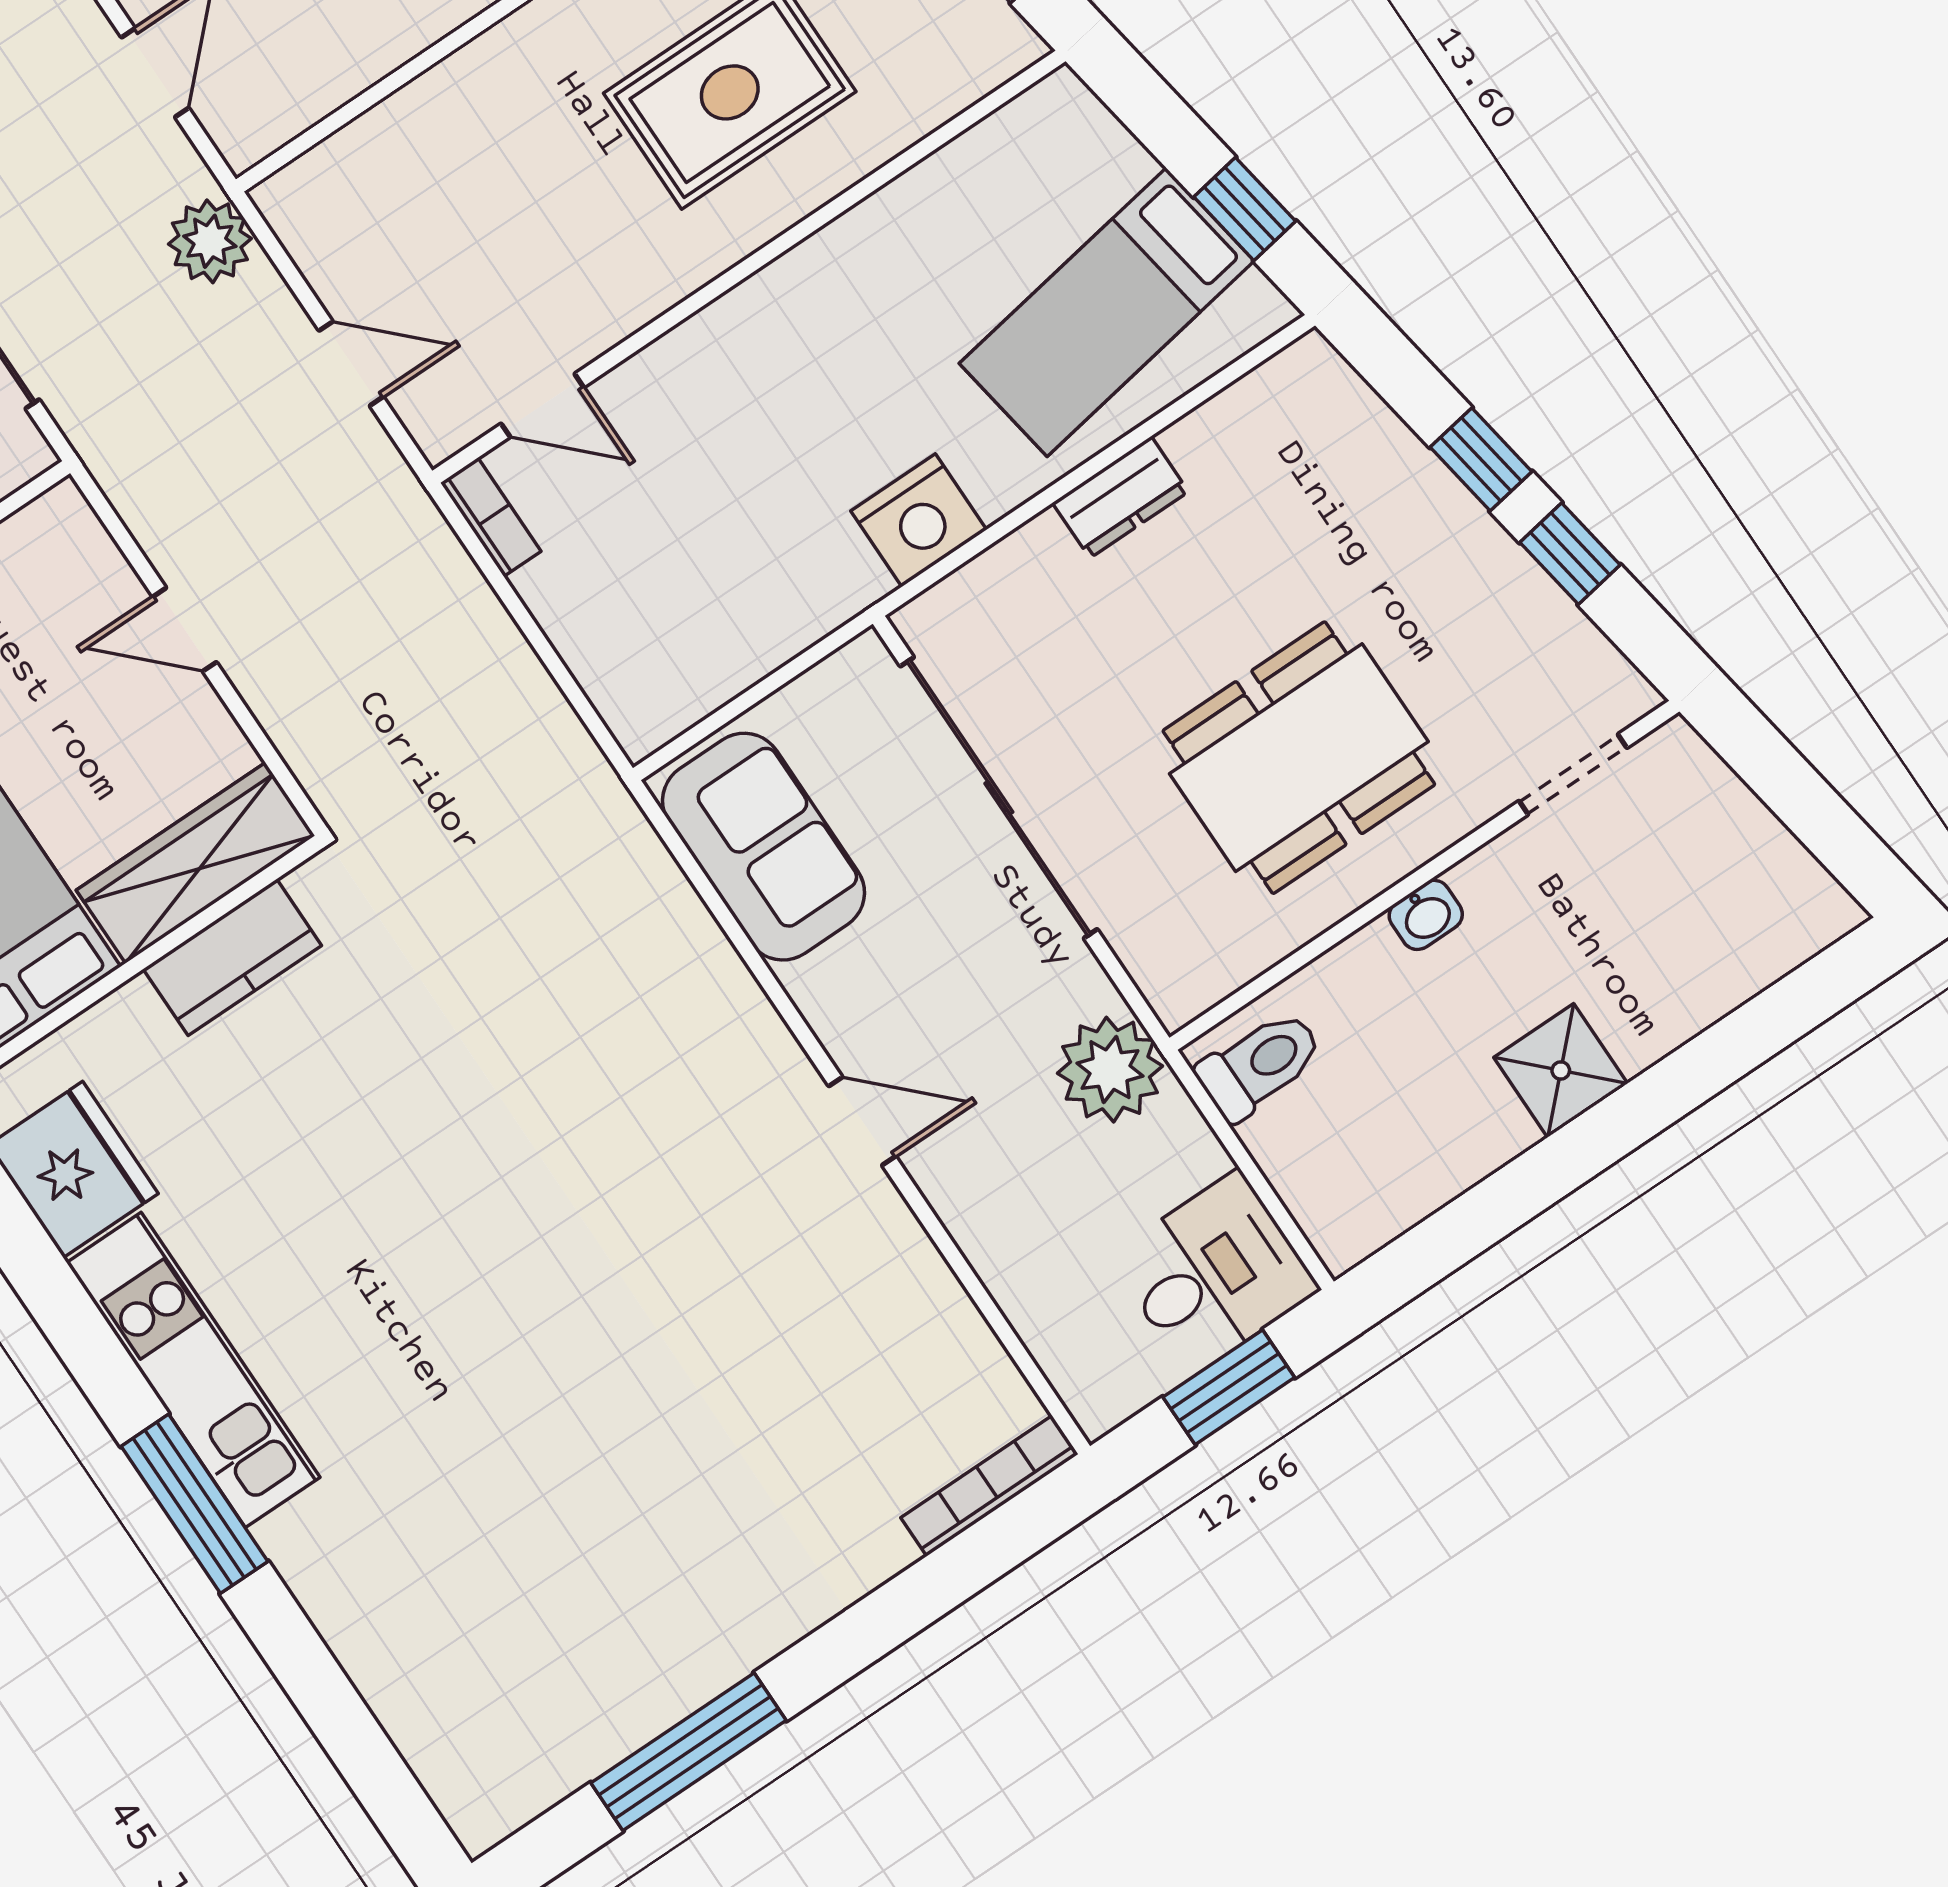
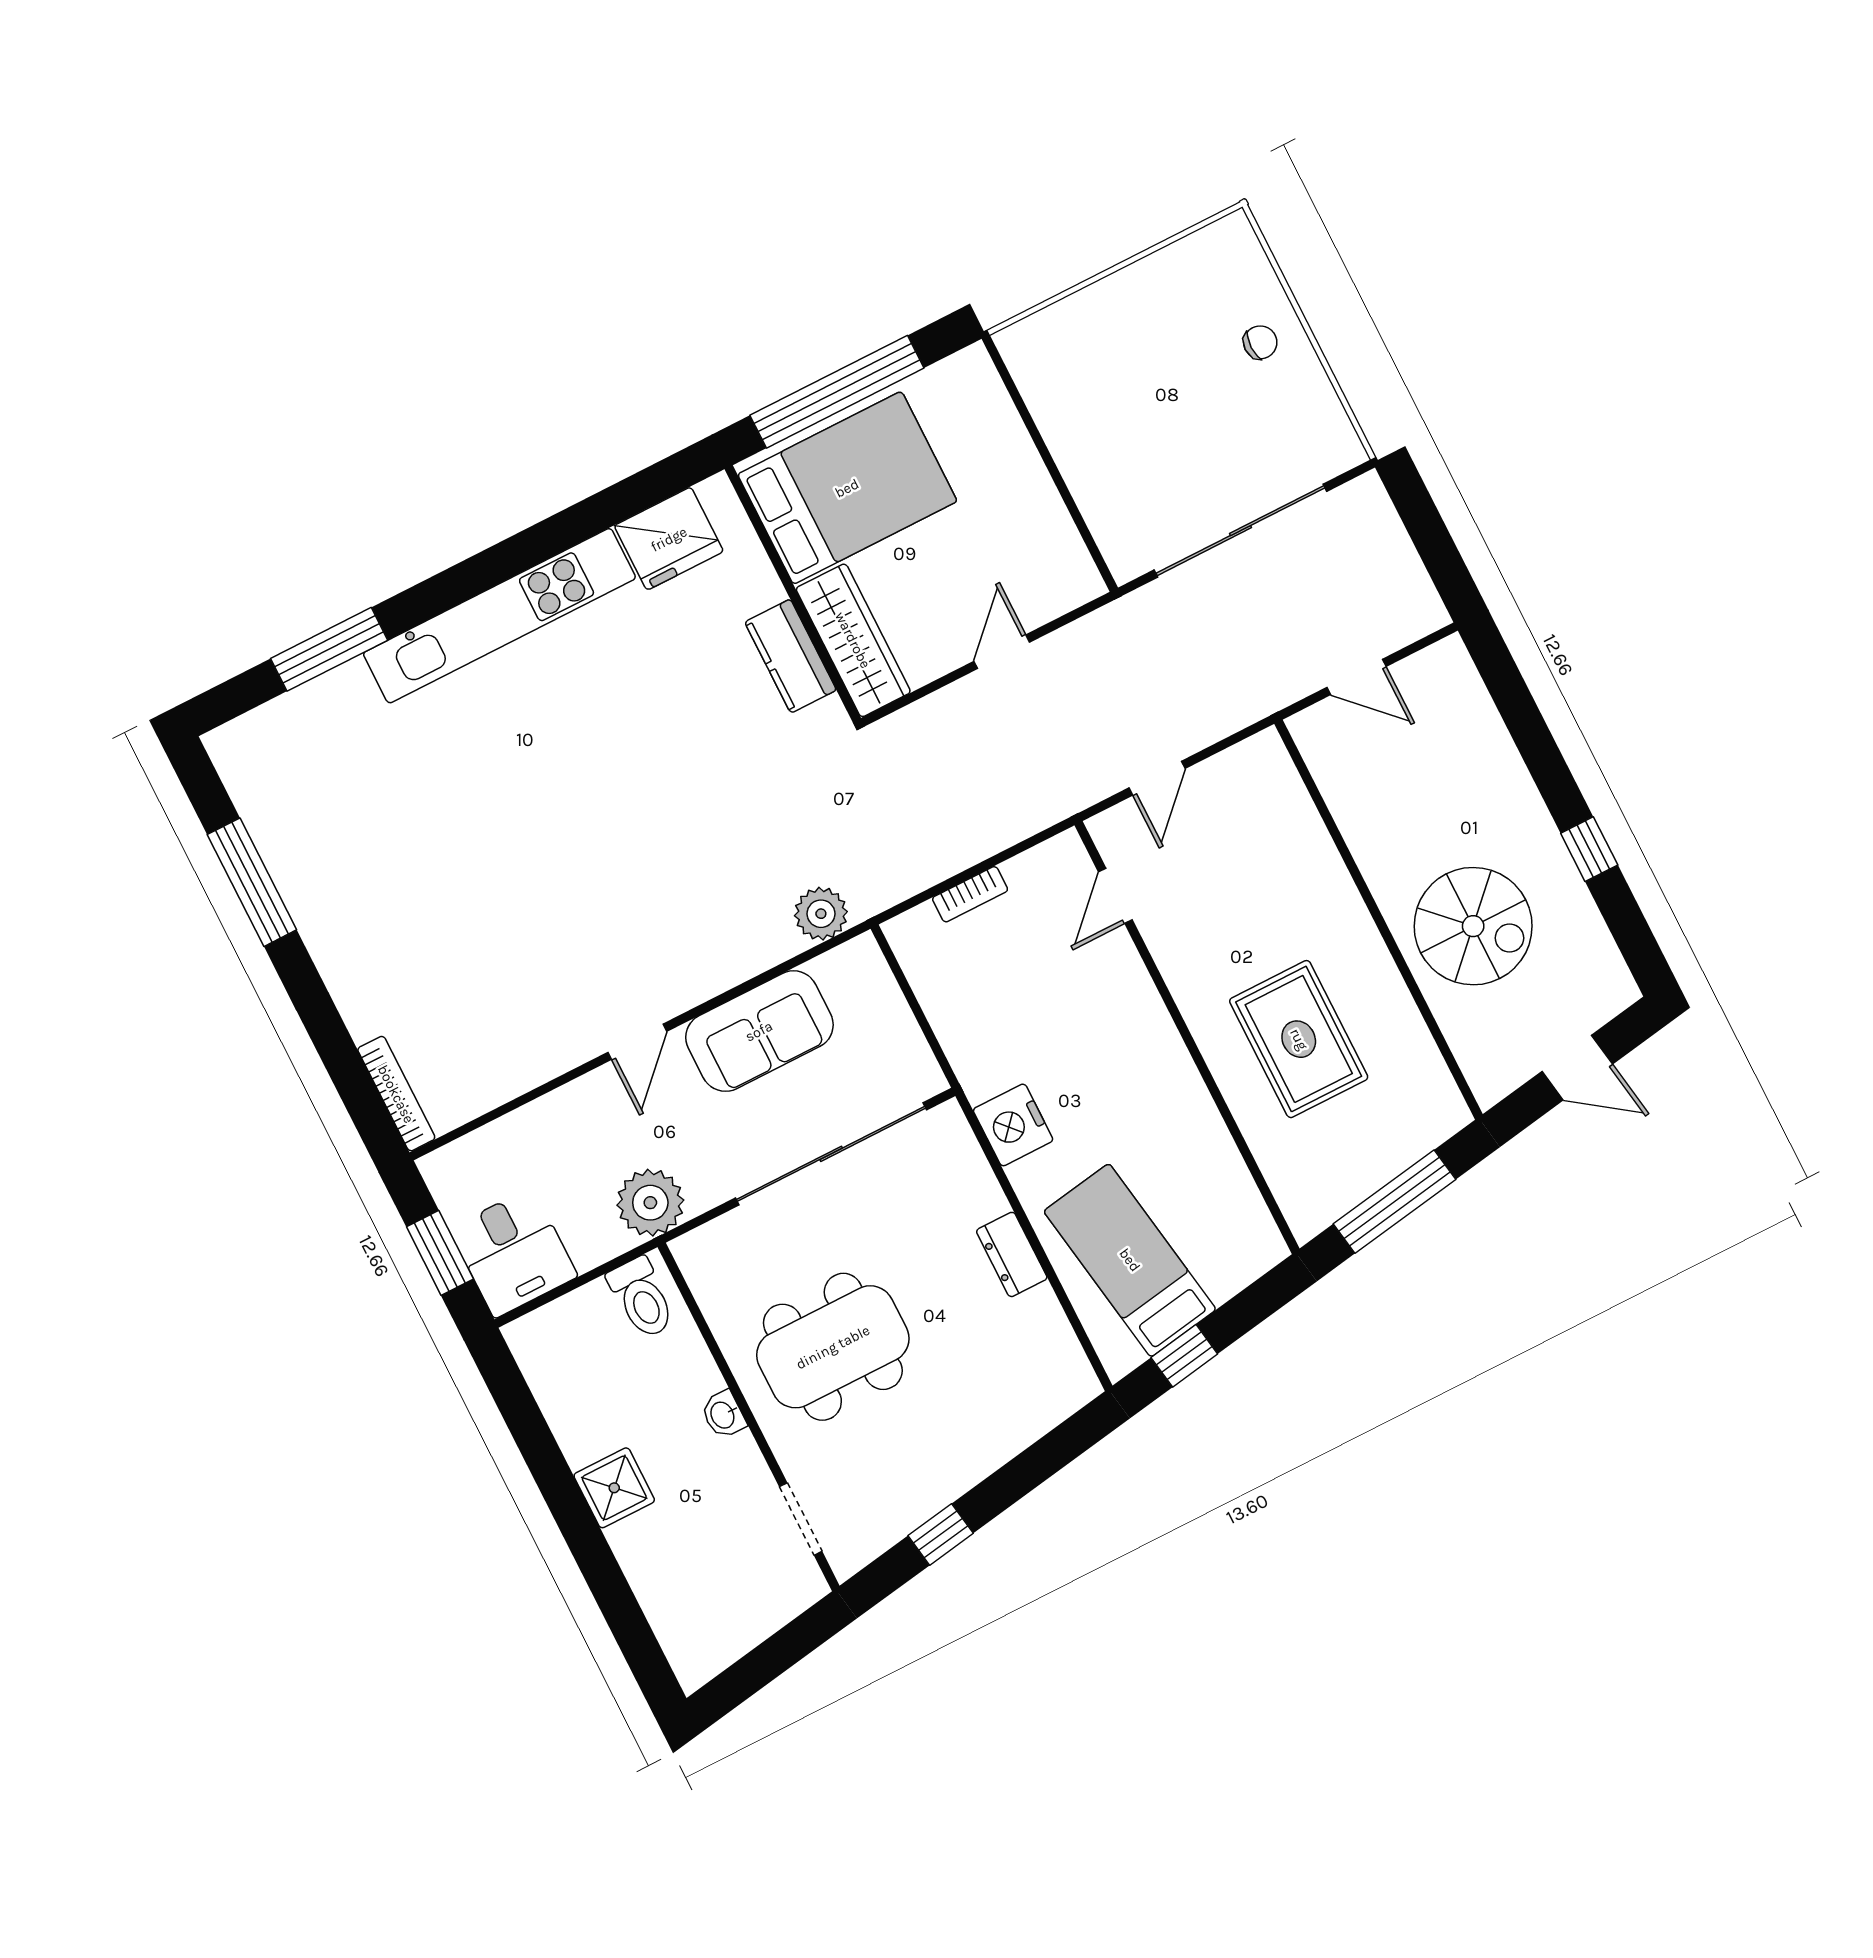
plant: (210, 241) -> (821, 914), moved
window: (1481, 459) -> (1007, 1486), removed
bookcase: (491, 517) -> (970, 894), moved
dining table: (1299, 758) -> (833, 1347), turned 90
sofa: (764, 847) -> (759, 1031), moved
kitchen unit: (193, 1370) -> (499, 616), width x1.36
window: (195, 1504) -> (329, 649), moved

